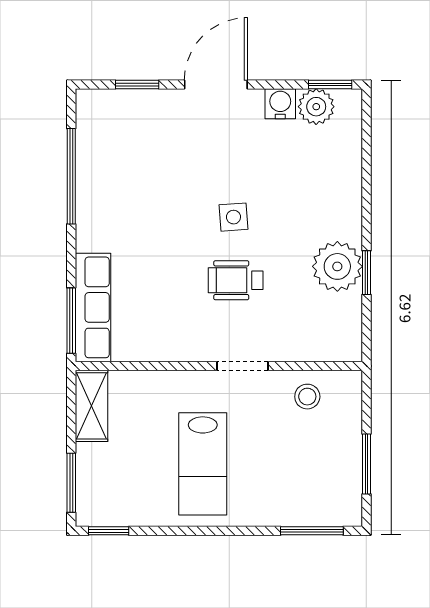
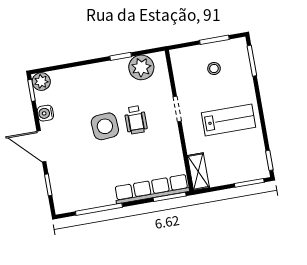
plant: (316, 107) -> (41, 82), moved
side table: (233, 217) -> (105, 126), width x1.87, depth x1.87
plant: (337, 266) -> (141, 67), moved
row of seats: (93, 307) -> (152, 189), width x1.36
stool: (307, 397) -> (214, 69), moved
shelving: (91, 406) -> (198, 171), moved, turned 90

